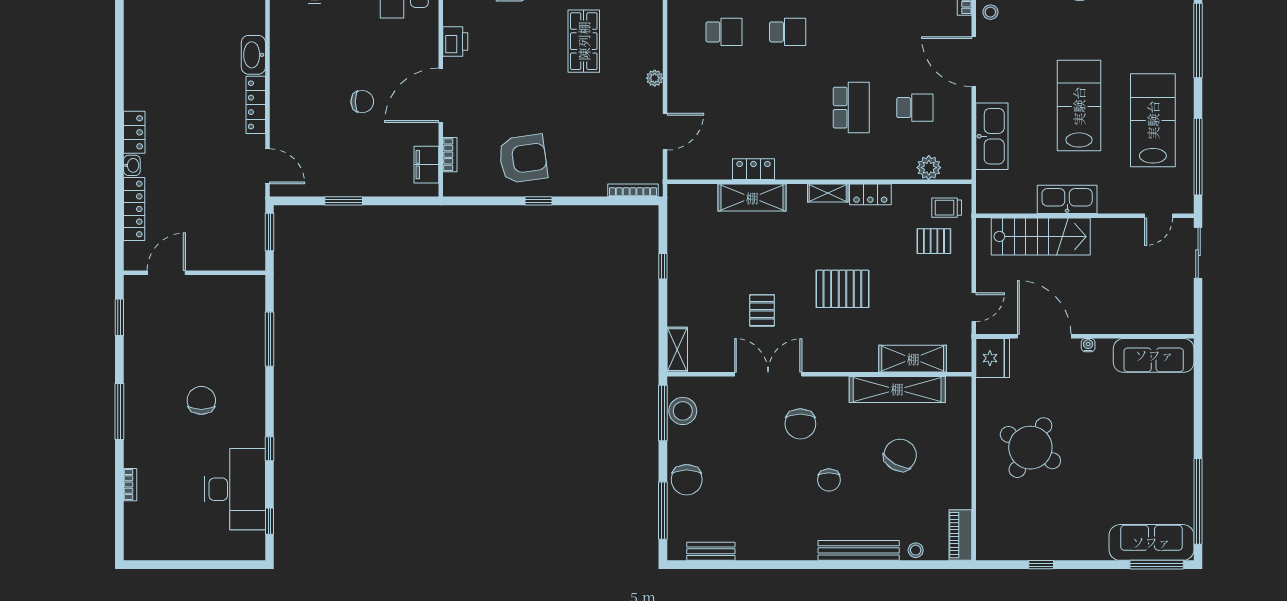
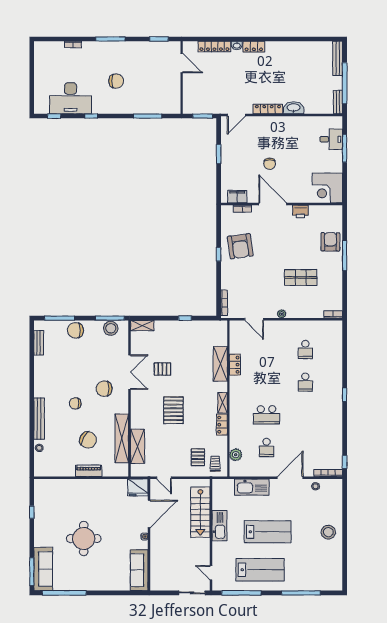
round table: (1030, 448) -> (84, 539), moved, turned -31
piano: (960, 535) -> (89, 471), moved

